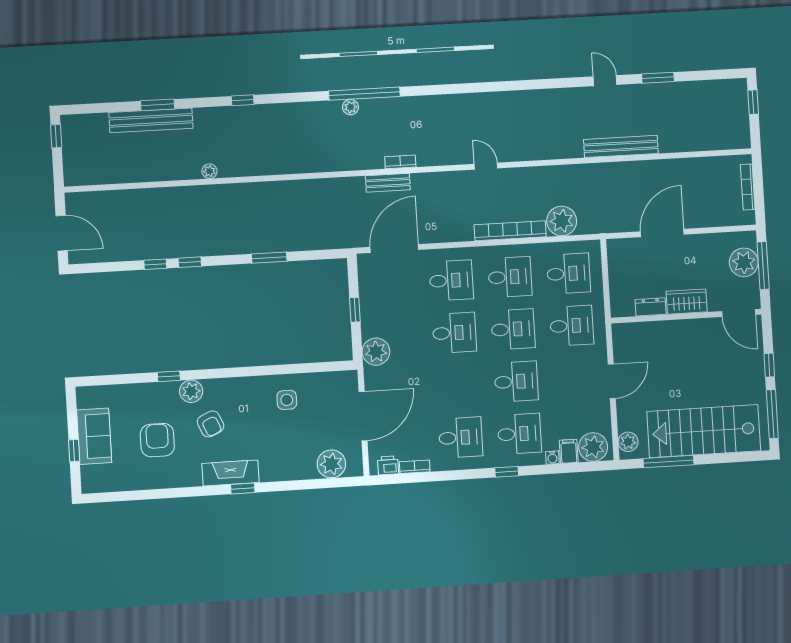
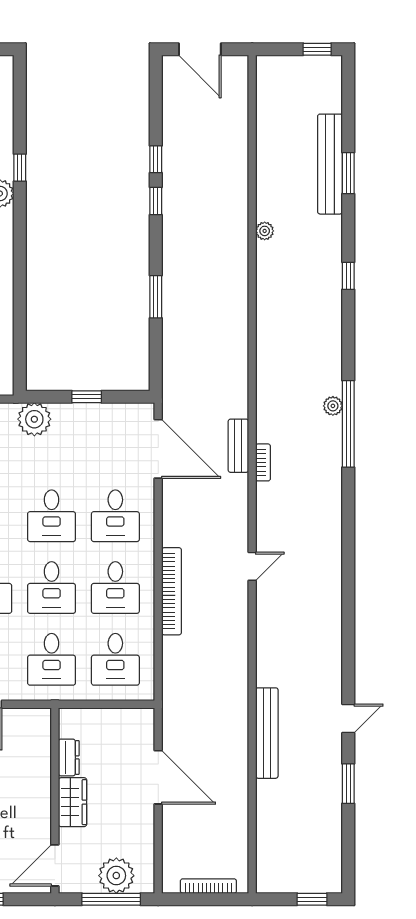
plant: (562, 221) -> (180, 655), removed
door: (62, 233) -> (200, 49), hinge flipped

